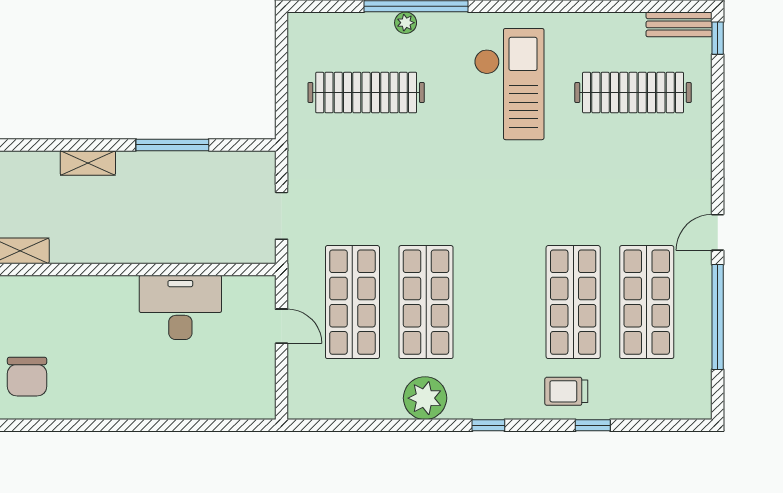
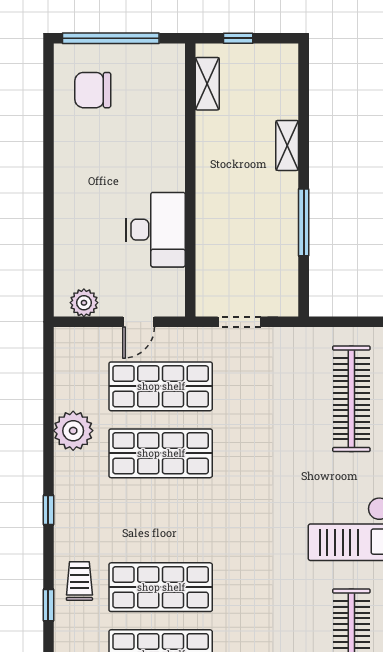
plant: (261, 386) -> (84, 303), added
plant: (425, 398) -> (73, 431), moved

